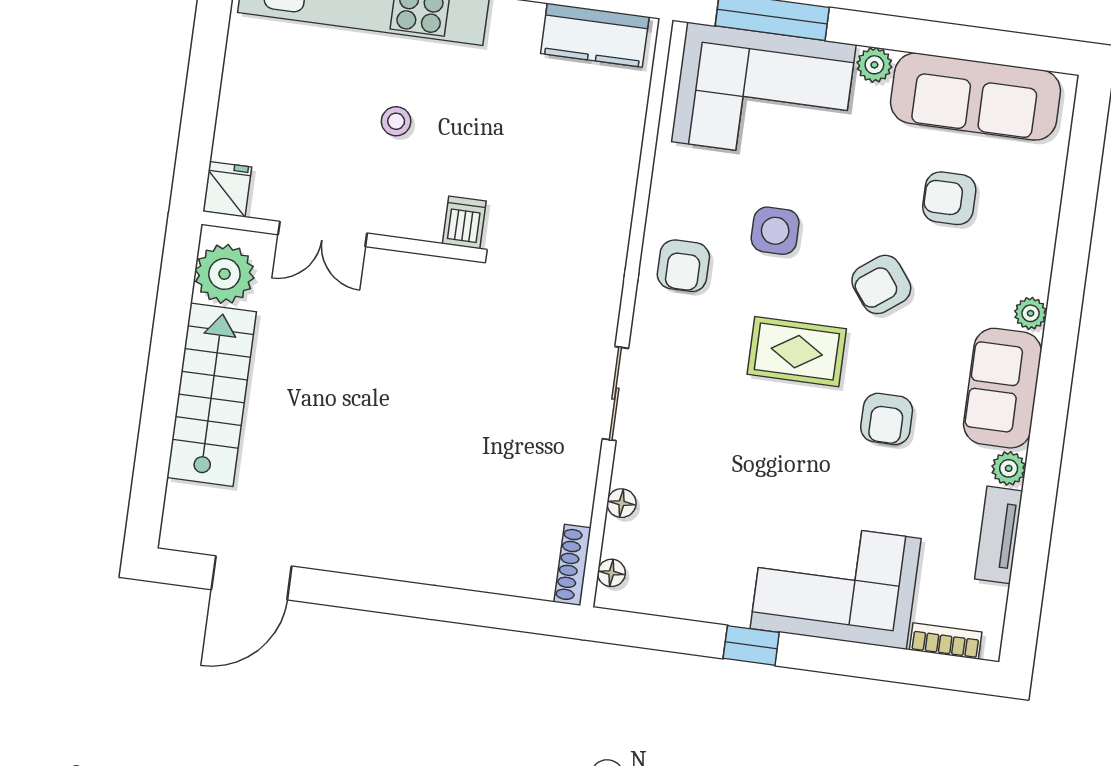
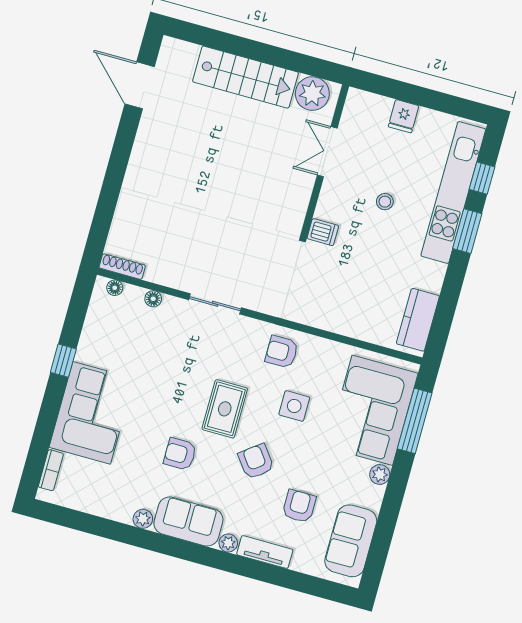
sofa: (975, 97) -> (351, 541), width x0.73
fridge: (227, 189) -> (404, 116), moved, turned 90
tv unit: (999, 535) -> (265, 552), moved

